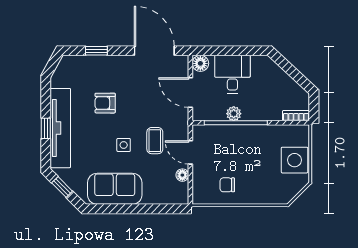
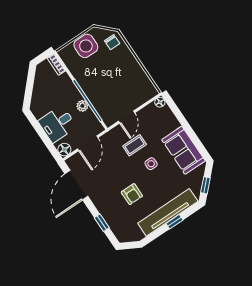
floor lamp: (182, 175) -> (160, 102), moved
chair: (227, 185) -> (112, 42), moved

